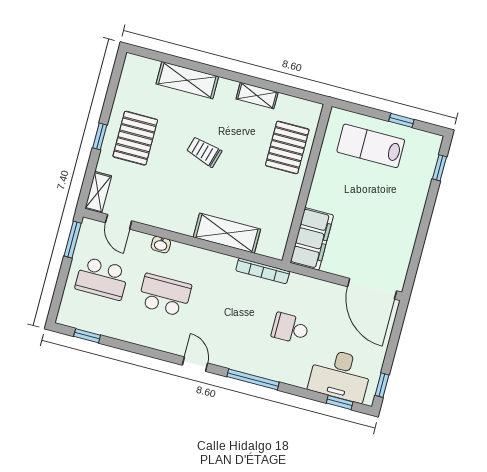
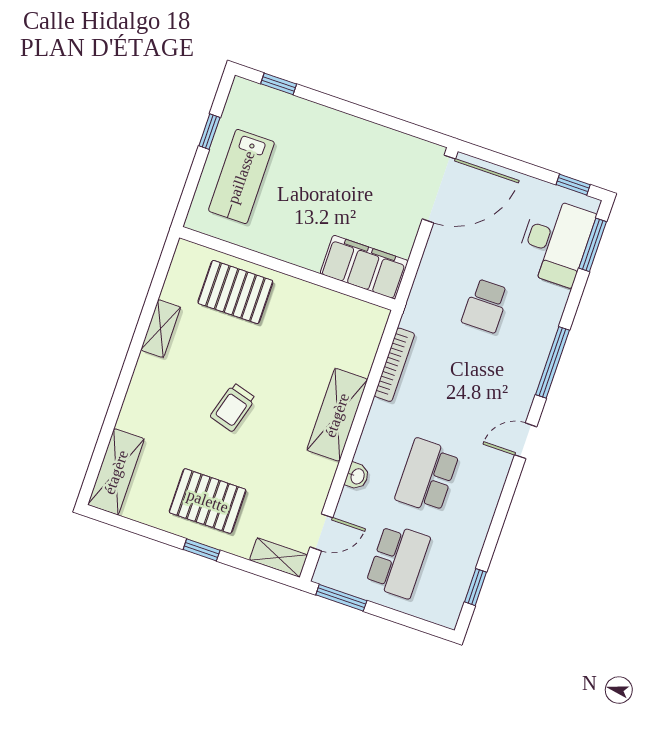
shelving: (187, 80) -> (116, 472), moved
shelving: (227, 233) -> (337, 415), moved
bookcase: (263, 271) -> (394, 365), moved
window: (340, 402) -> (593, 245), width x1.50

